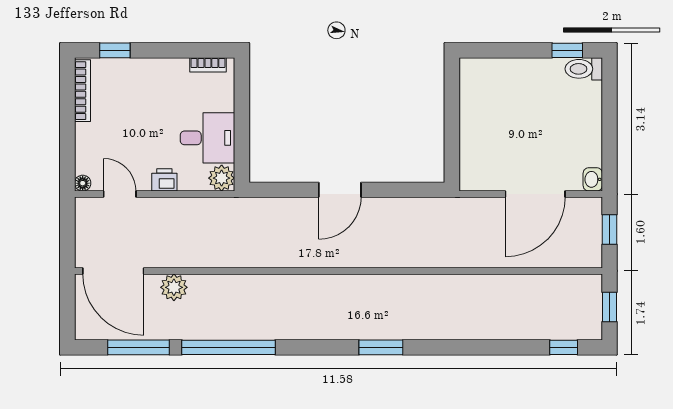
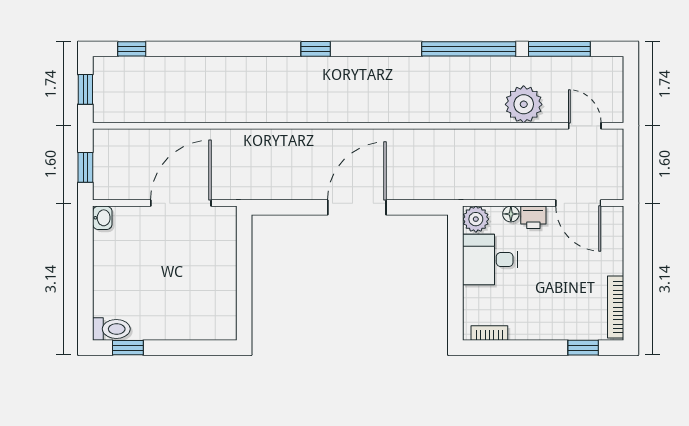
floor lamp: (83, 183) -> (511, 214), moved
door: (340, 190) -> (357, 207), width x1.36
door: (120, 194) -> (578, 203), width x1.38
door: (535, 194) -> (181, 203), moved
door: (113, 271) -> (585, 126), width x0.53
plant: (174, 287) -> (524, 104), width x1.36, depth x1.36
window: (381, 347) -> (316, 49), width x0.67

